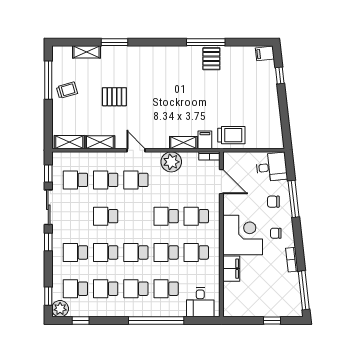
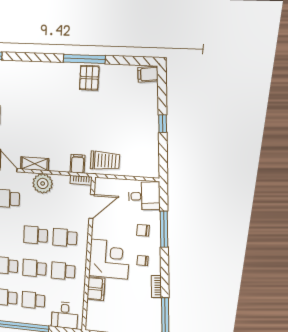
window: (280, 76) -> (163, 124), moved
shelving: (183, 143) -> (35, 164), moved
door: (221, 182) -> (92, 207), hinge flipped

